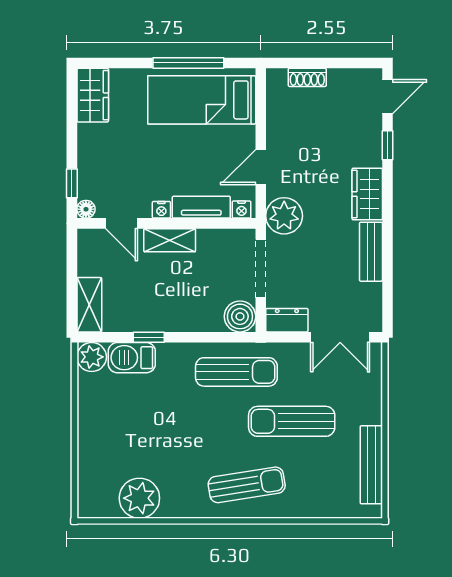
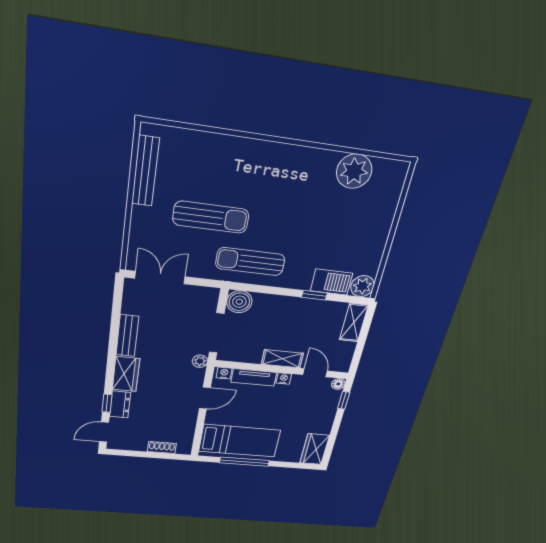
plant: (284, 216) -> (200, 361), width x0.53, depth x0.53
dresser: (287, 320) -> (120, 404), moved, turned -90
sun lounger: (247, 485) -> (259, 169), removed

